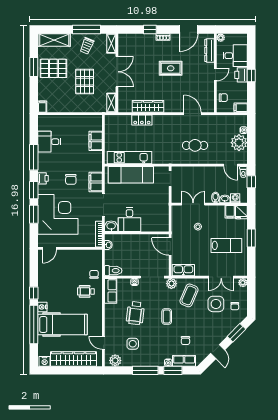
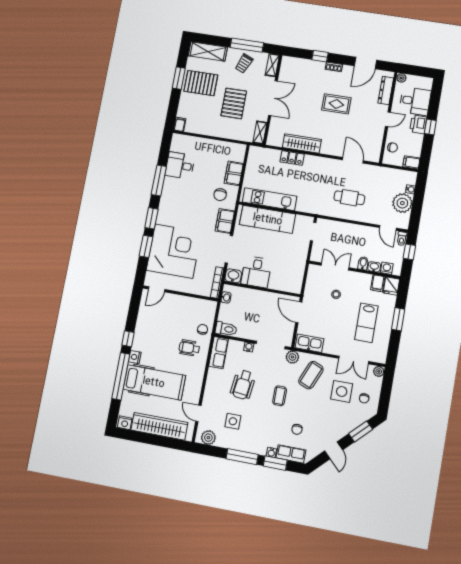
printer: (43, 178) -> (165, 207), removed
chair: (71, 179) -> (220, 195), moved
lab bench: (226, 245) -> (366, 323), turned 90

